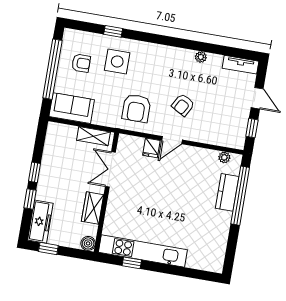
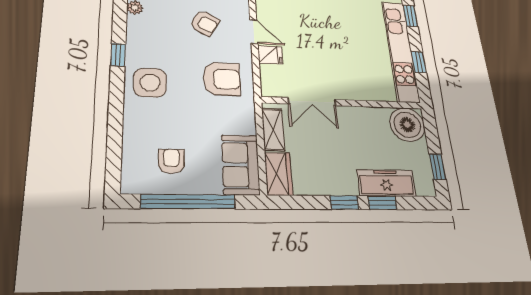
window: (113, 31) -> (118, 55), moved
side table: (117, 62) -> (150, 83), moved
wardrobe: (93, 208) -> (278, 174), moved, turned -90
freezer: (40, 222) -> (386, 183), moved
boiler: (88, 243) -> (407, 125), width x1.86, depth x1.86
window: (173, 270) -> (410, 16), added

